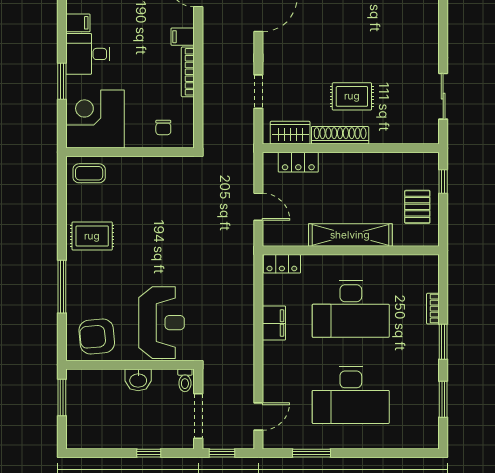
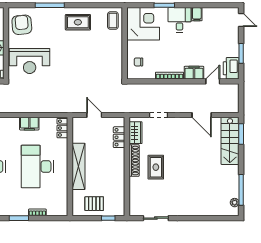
filing cabinet: (183, 37) -> (194, 73), width x2.00
door: (258, 207) -> (94, 115), swing flipped
rug: (92, 236) -> (78, 22), turned 90

